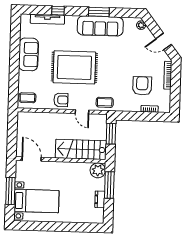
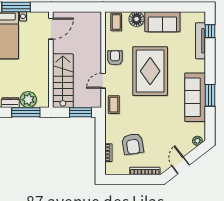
window: (58, 11) -> (210, 31), moved
floor lamp: (25, 79) -> (137, 19), added
armchair: (142, 86) -> (133, 144), turned 81
armchair: (61, 100) -> (115, 58), turned 180
plant: (98, 170) -> (28, 100), moved

